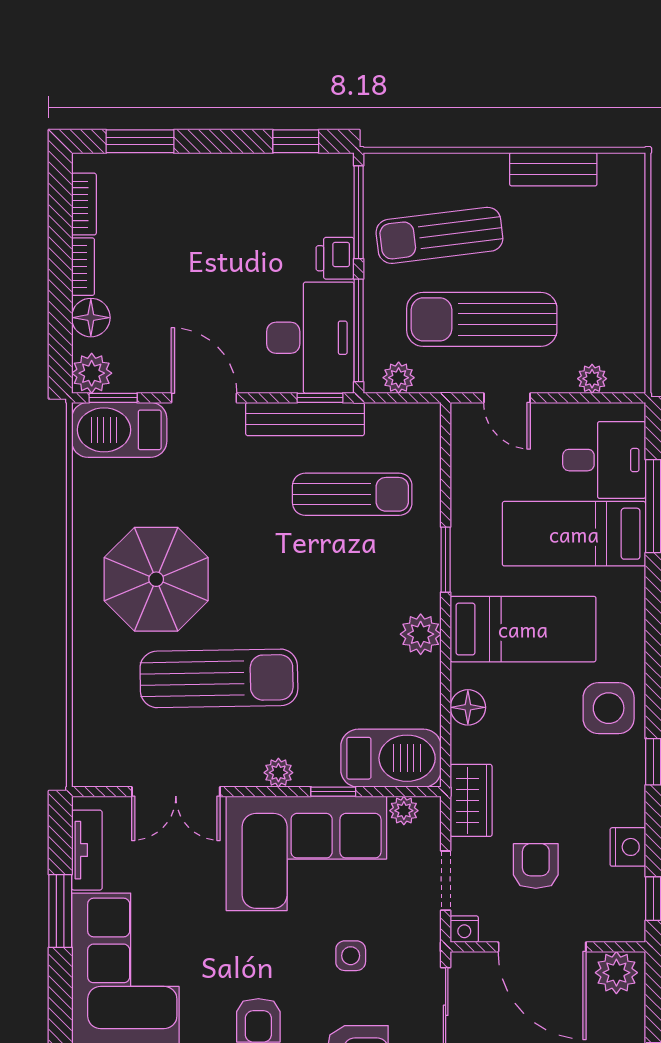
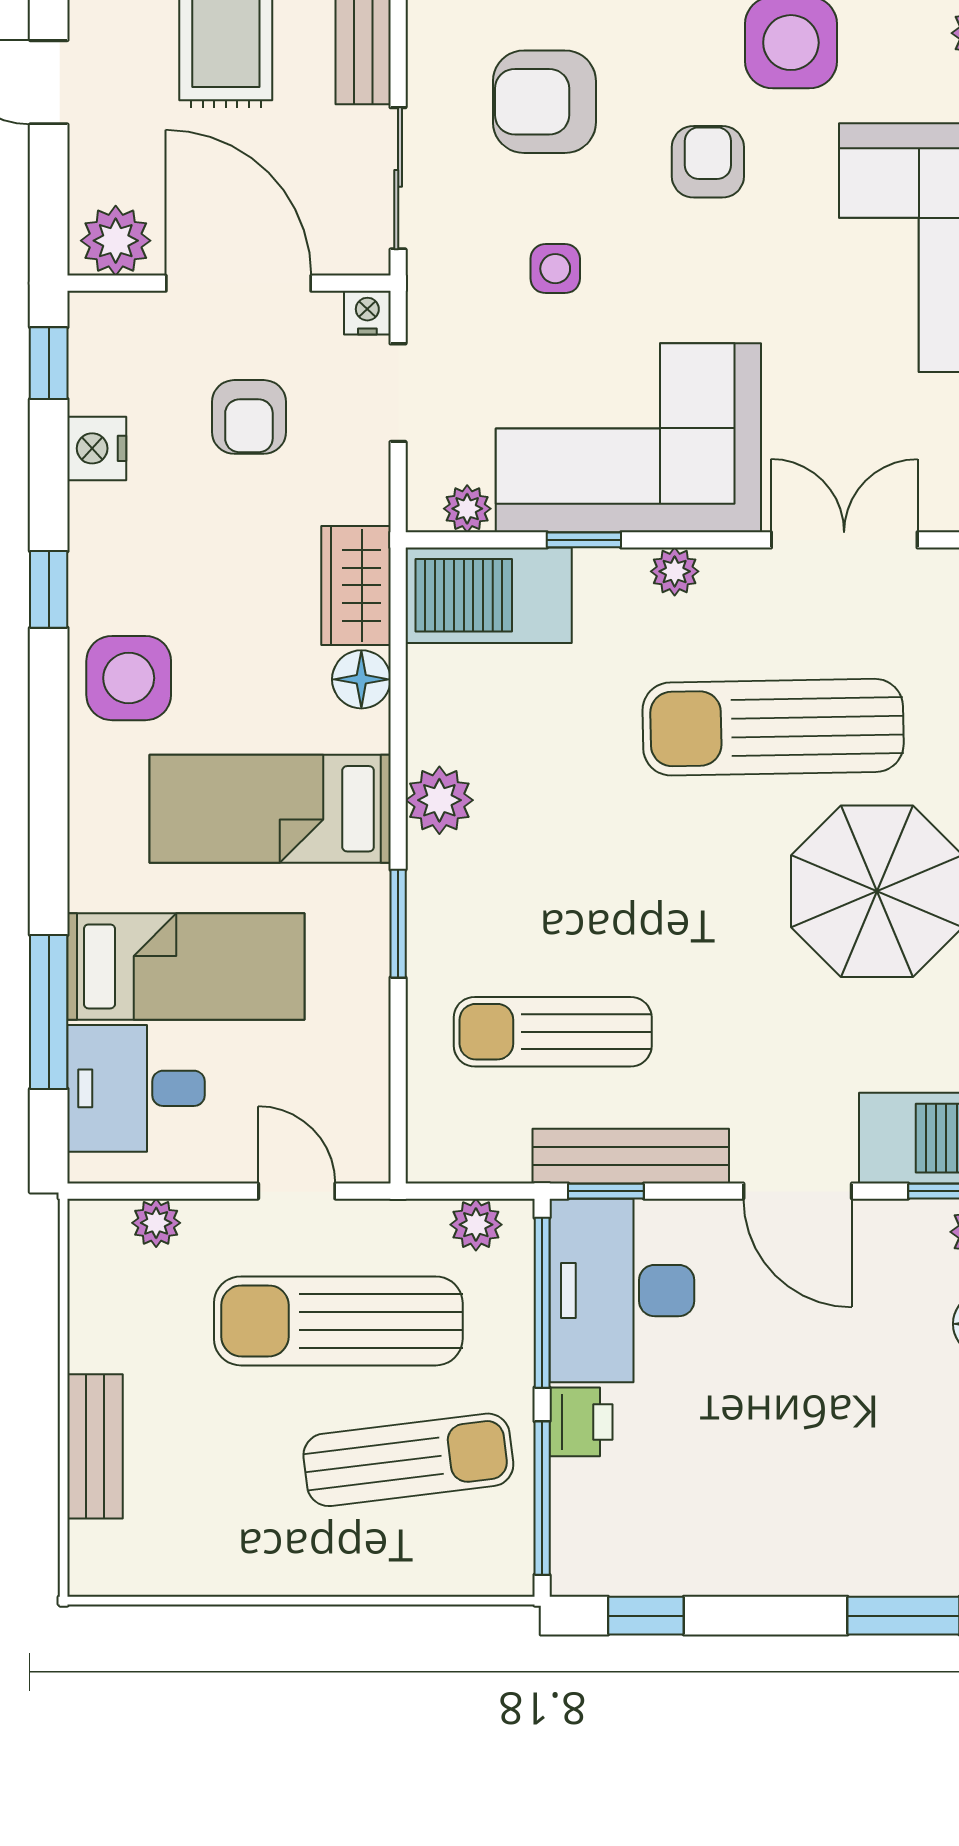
bench: (553, 169) -> (95, 1446), moved, turned 90
sun lounger: (482, 319) -> (338, 1321), turned 180
wardrobe: (471, 800) -> (356, 585), moved

